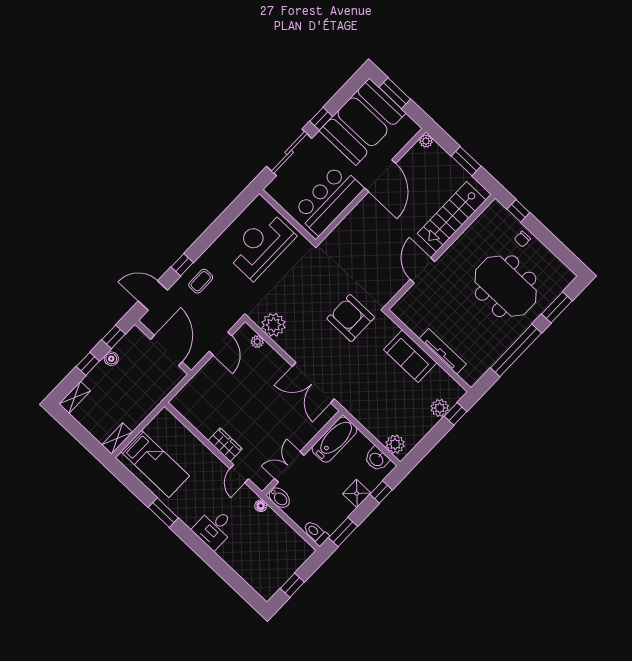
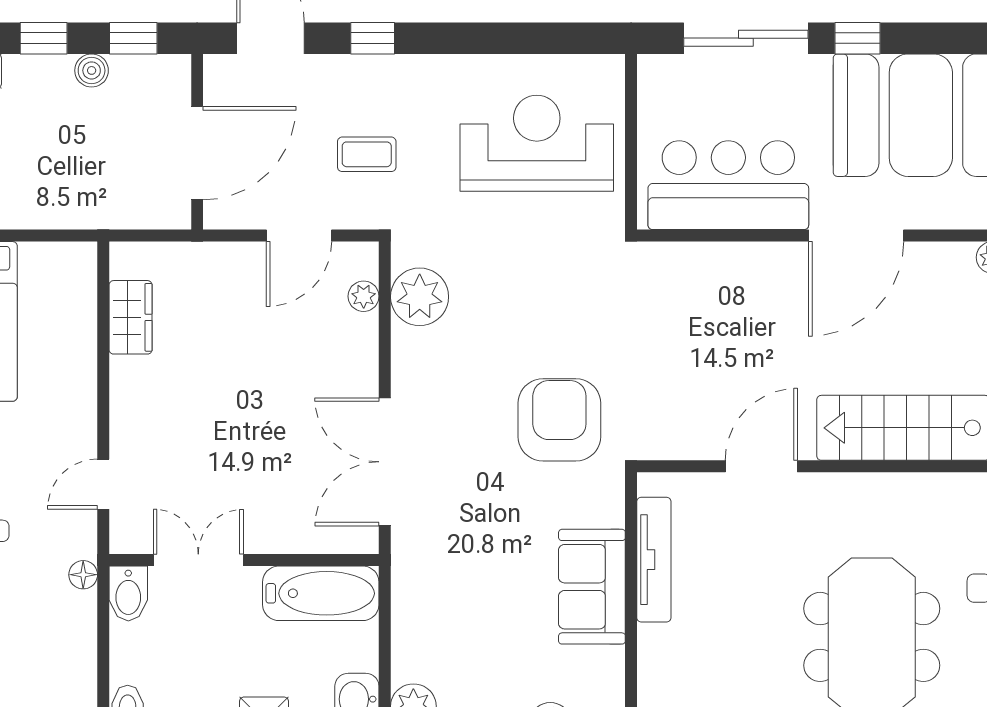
coffee table: (201, 281) -> (367, 154), moved
tv unit: (443, 351) -> (654, 560), moved
wardrobe: (225, 445) -> (131, 317), moved

